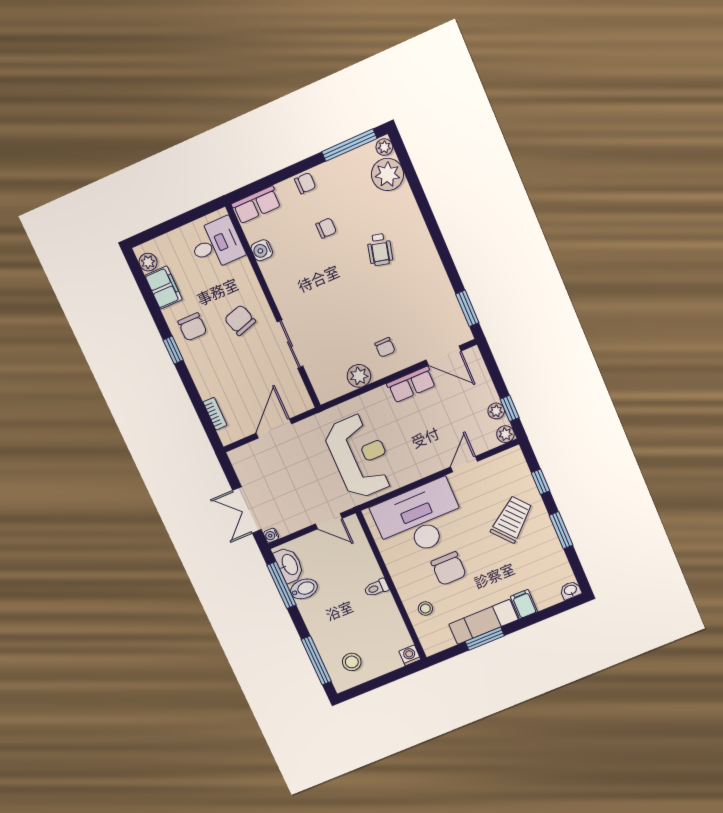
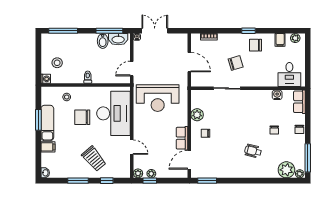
filing cabinet: (164, 288) -> (280, 40), width x0.50
chair: (240, 320) -> (236, 63), moved
stool: (352, 662) -> (57, 63), moved

